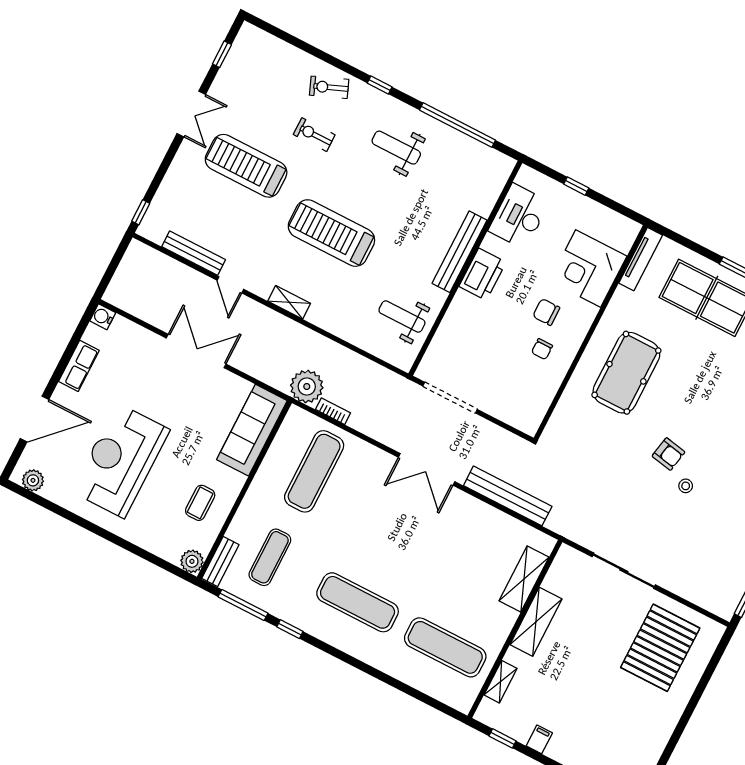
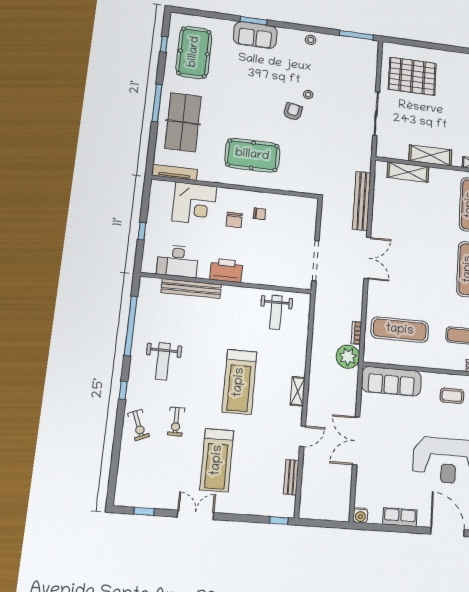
bench: (460, 252) -> (191, 289), moved
bench: (194, 253) -> (291, 477), width x0.73

